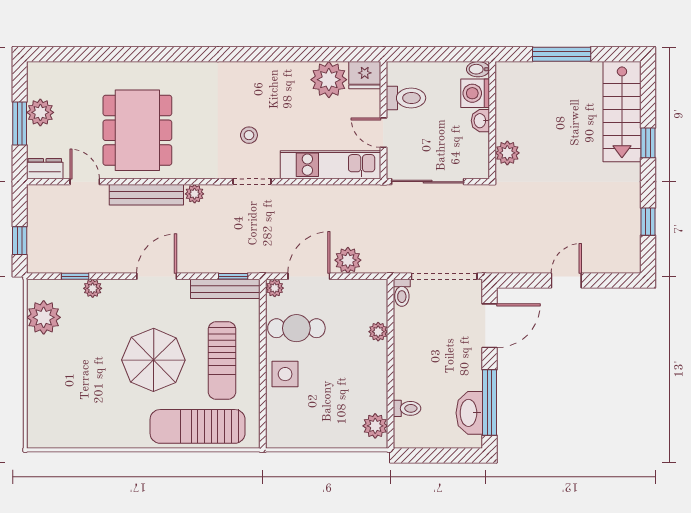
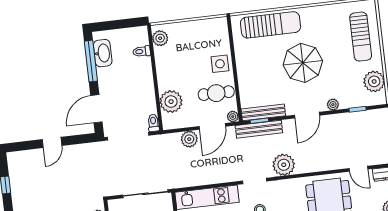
plant: (195, 194) -> (284, 165), width x1.88, depth x1.88
bench: (146, 195) -> (259, 129), moved
plant: (93, 288) -> (333, 105), moved
plant: (378, 332) -> (171, 102), width x1.87, depth x1.87
sun lounger: (222, 361) -> (361, 37), moved, turned 180

